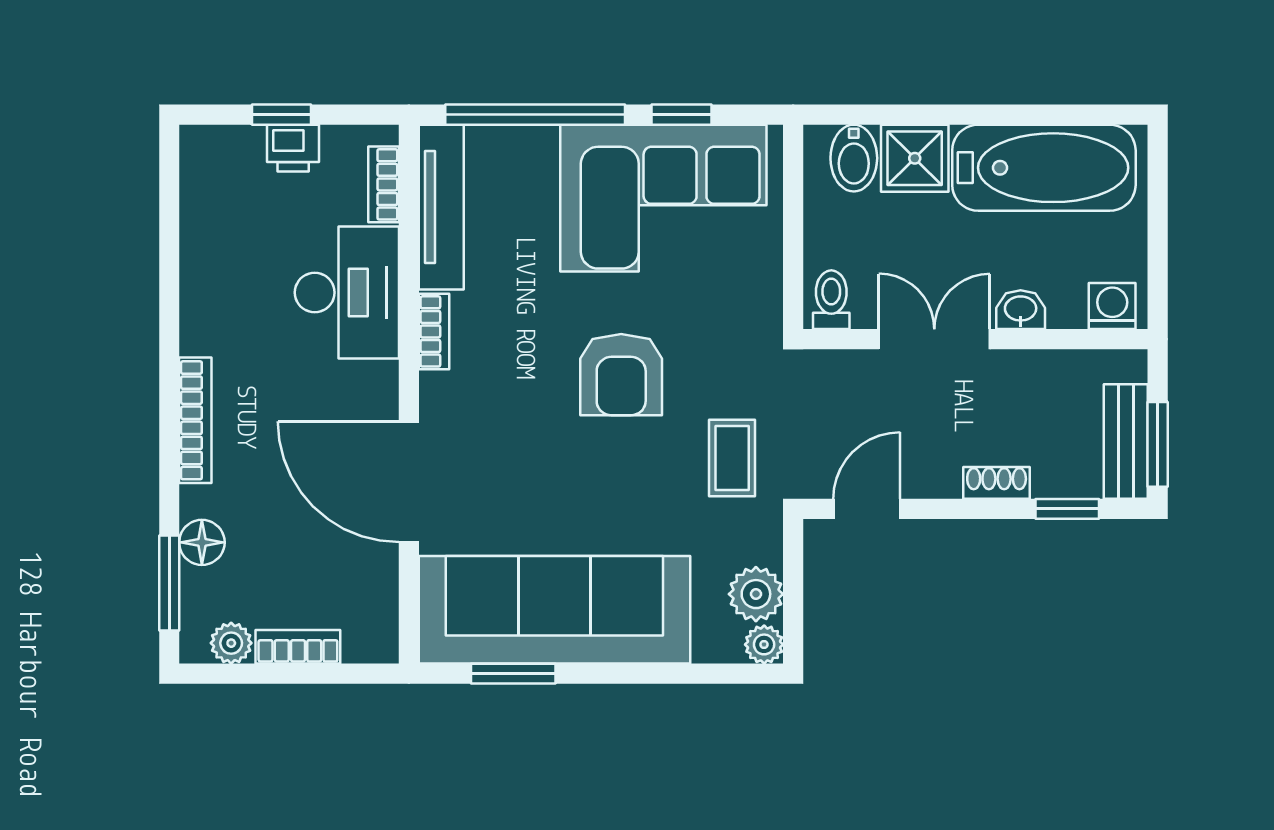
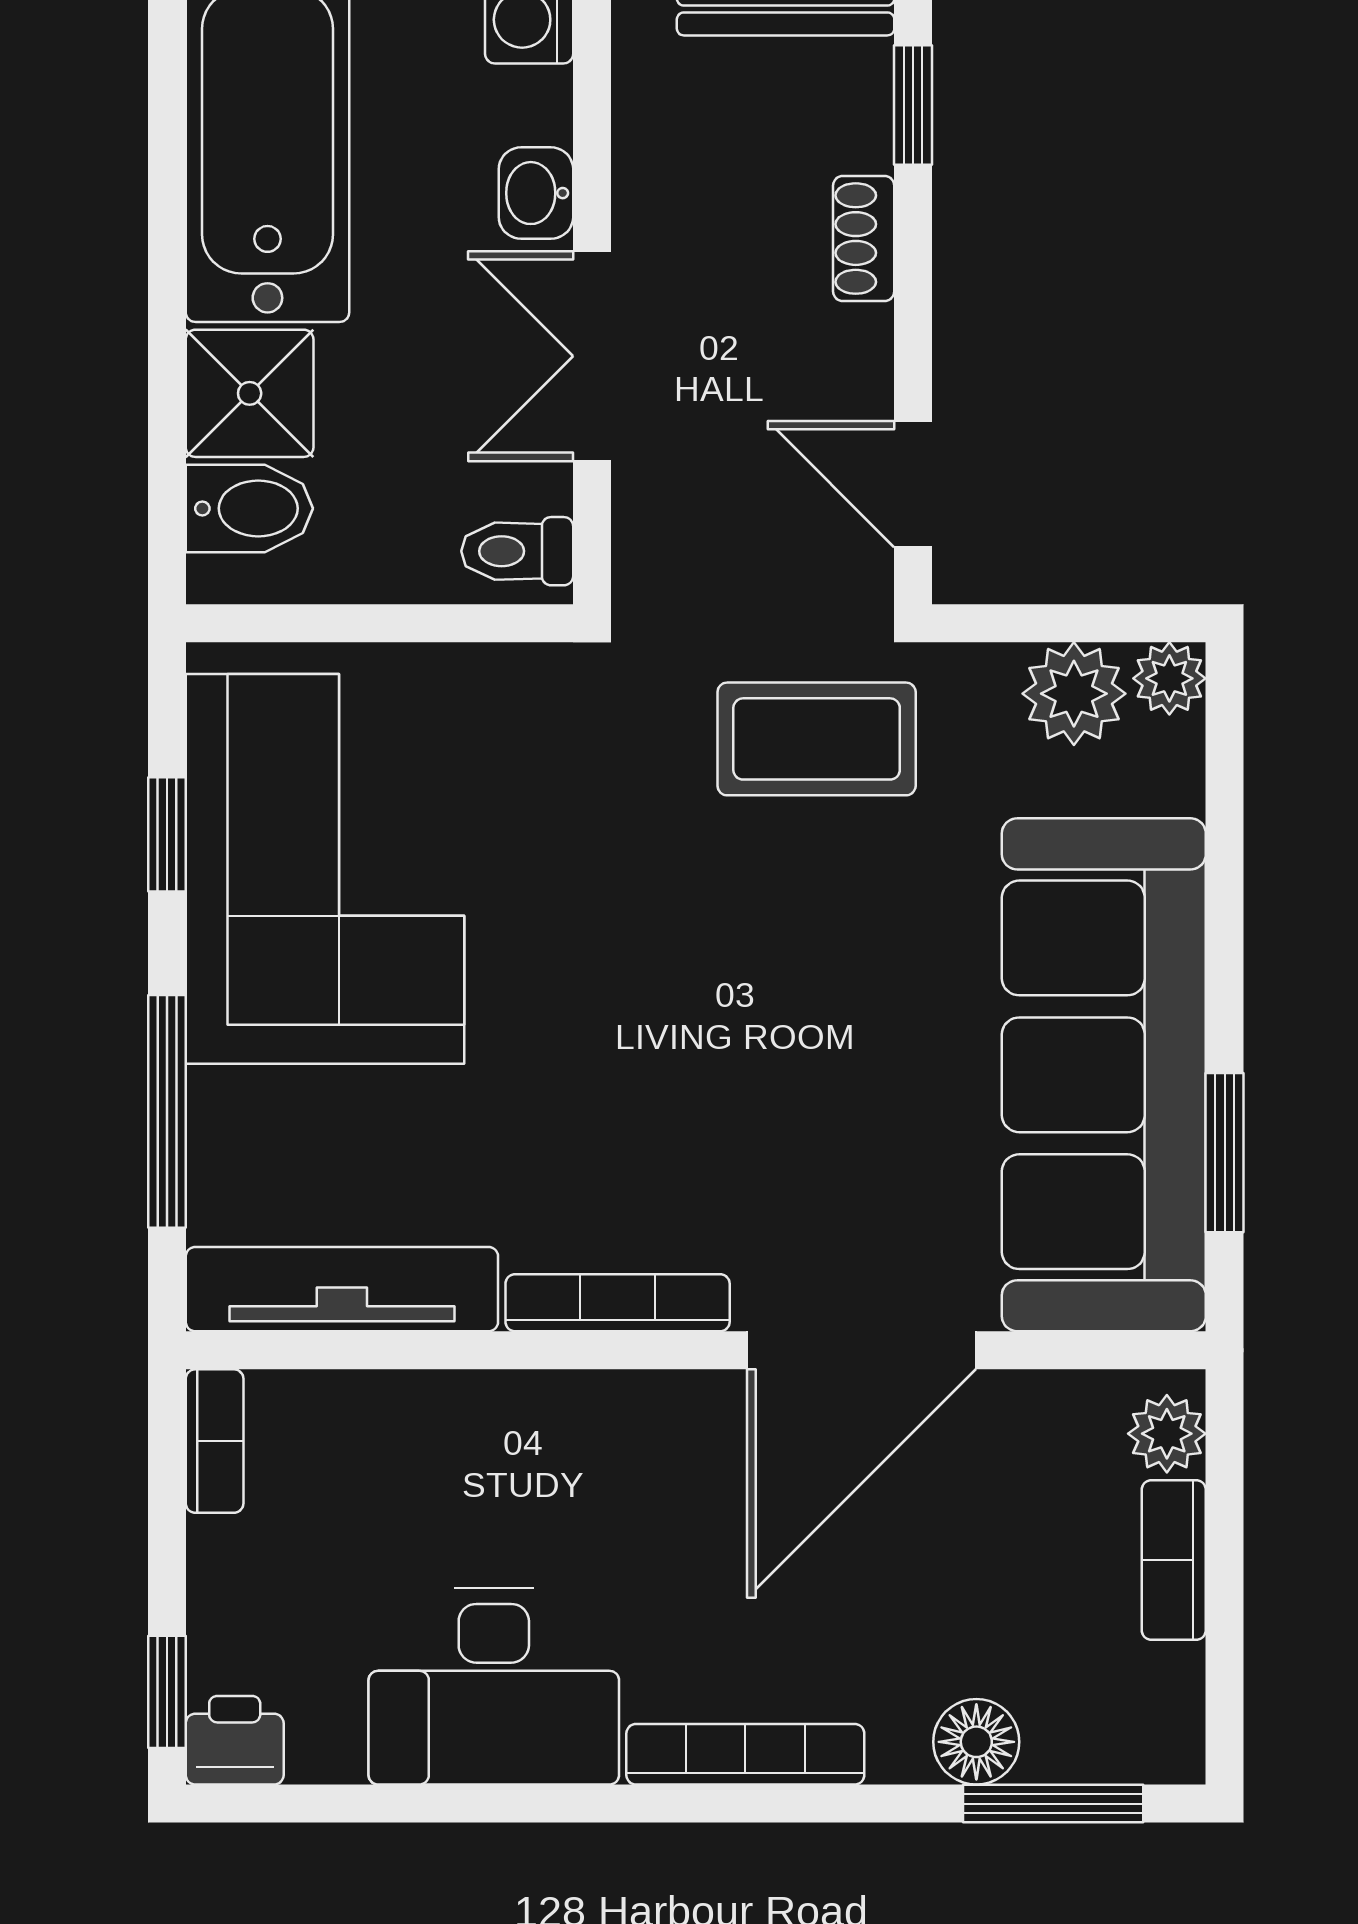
window: (281, 115) -> (167, 1692), moved
window: (535, 115) -> (167, 1111), width x0.68
printer: (293, 148) -> (235, 1740), moved, turned -90
bookcase: (384, 184) -> (215, 1441), moved, turned -90
desk: (347, 293) -> (494, 1686), moved, turned 180
bookcase: (434, 331) -> (618, 1303), width x1.56
armchair: (621, 375) -> (659, 949), removed
coffee table: (732, 458) -> (817, 739), width x1.36, depth x1.30
plant: (231, 643) -> (1167, 1434), moved

